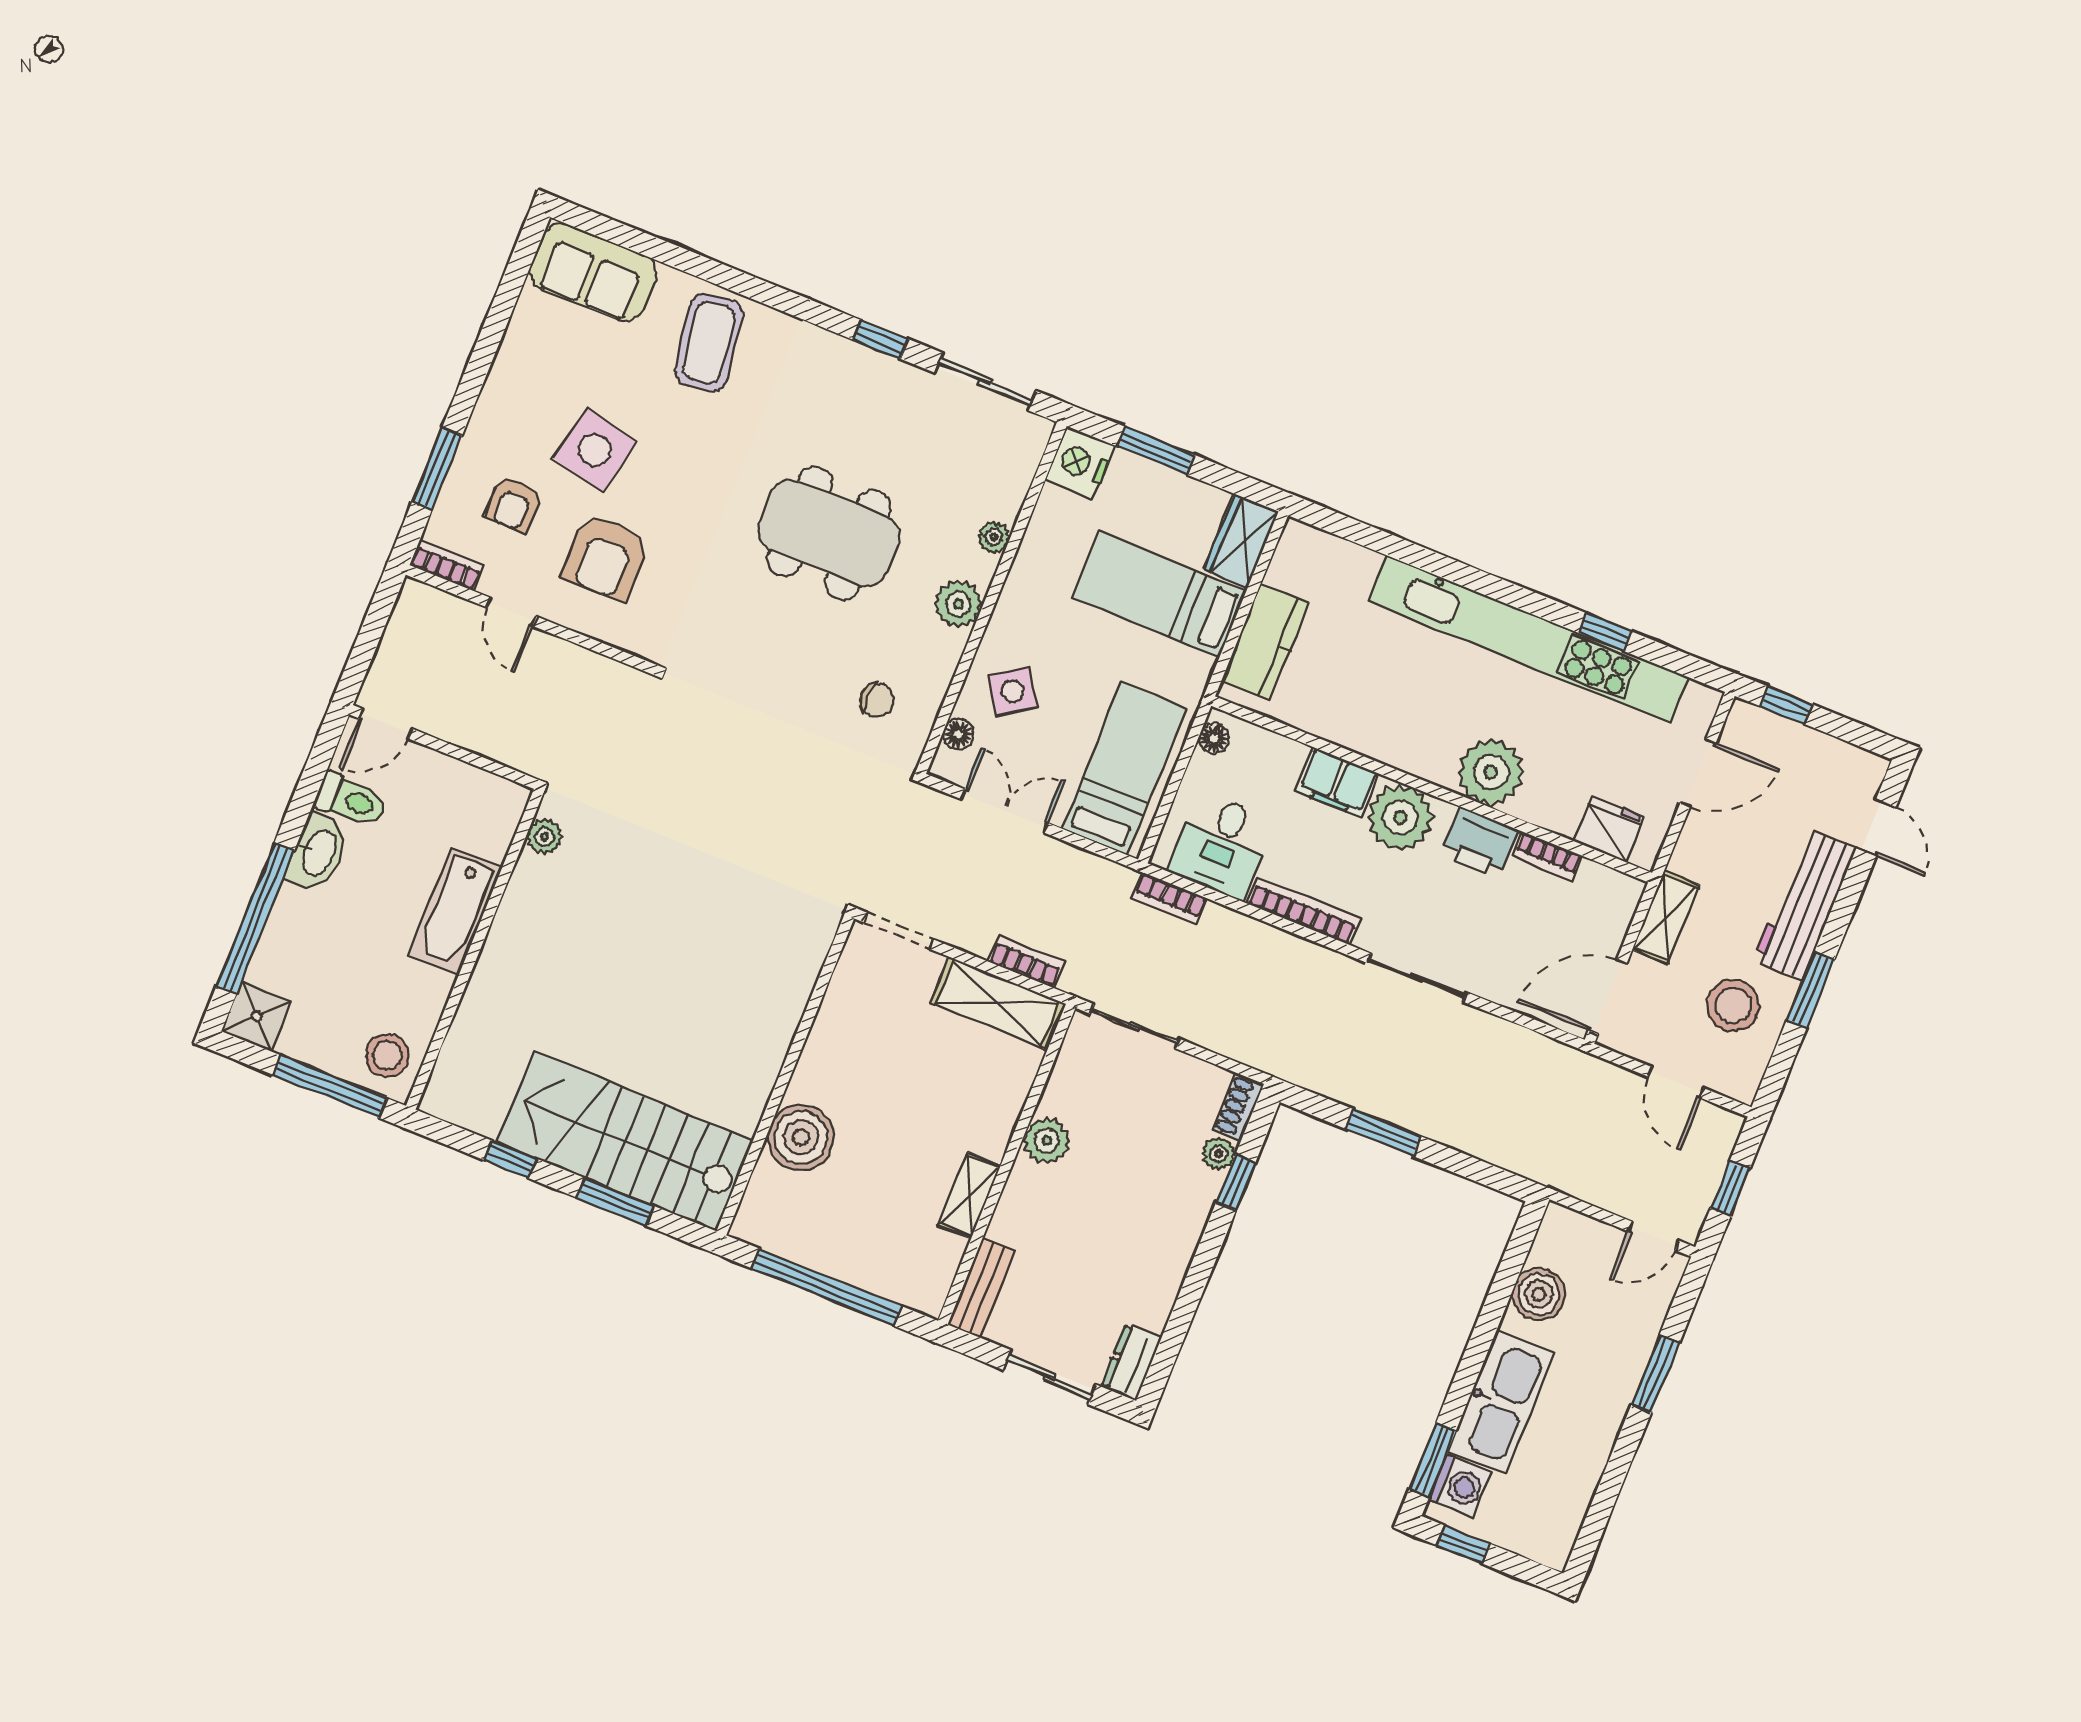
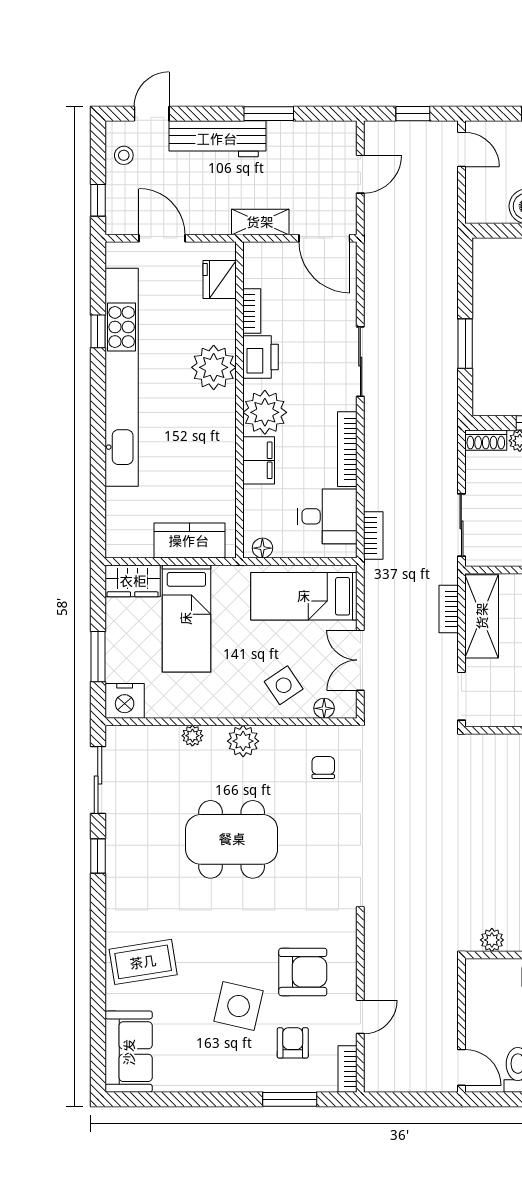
armchair: (514, 504) -> (293, 1043), turned -90
dining table: (829, 533) -> (232, 839), turned 90
stool: (1733, 1006) -> (124, 155), moved, width x0.53, depth x0.53

